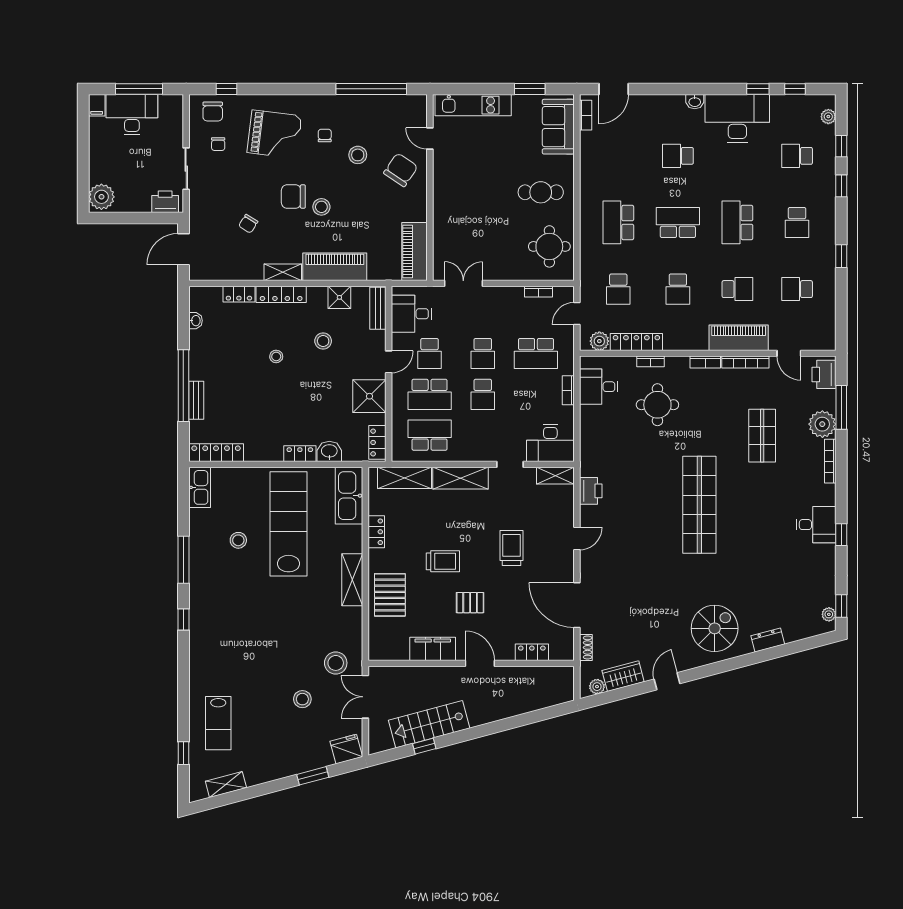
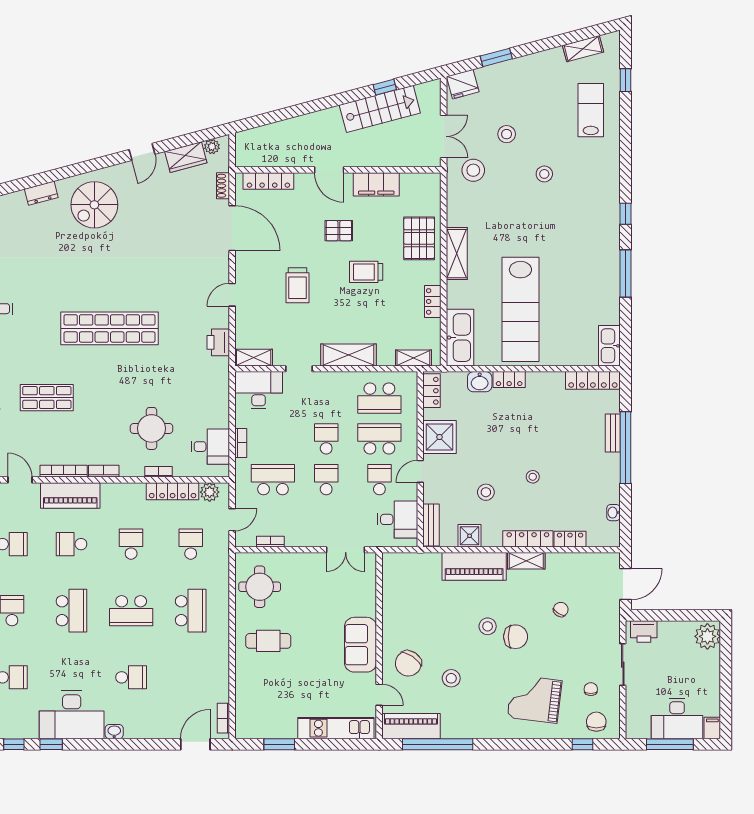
sofa: (558, 127) -> (361, 645), moved, turned 180
chair: (325, 135) -> (484, 698), removed
piano: (415, 252) -> (411, 726), moved, turned -90
shop shelf: (762, 436) -> (47, 398), turned 90
shelving: (404, 478) -> (413, 358), width x0.67, depth x0.75
shop shelf: (699, 505) -> (109, 328), turned 90
stool: (238, 540) -> (544, 174), moved
locker: (532, 652) -> (268, 181), width x1.53

